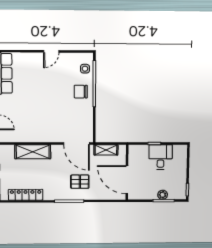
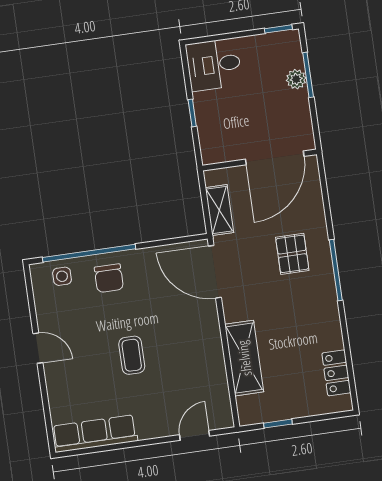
coffee table: (41, 97) -> (132, 355), added
door: (77, 144) -> (215, 272), swing flipped
desk: (161, 157) -> (214, 65), moved
locker: (26, 195) -> (336, 373), width x0.66

